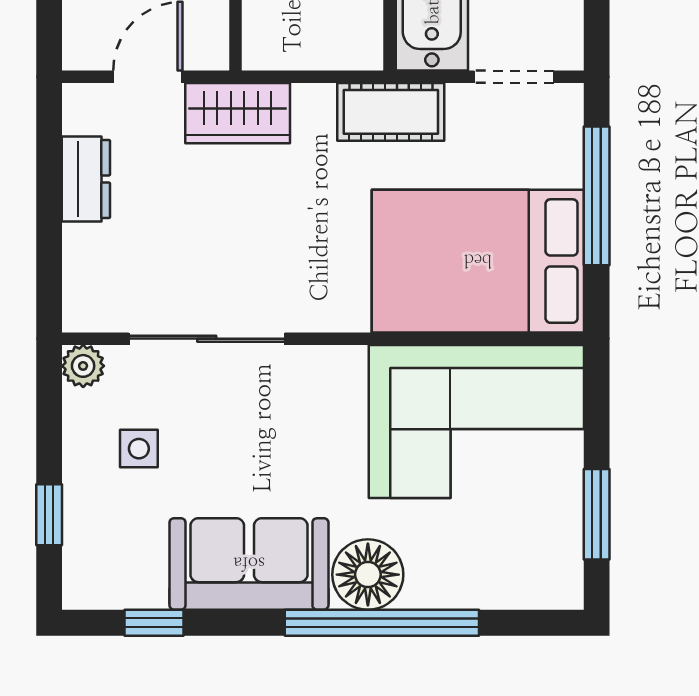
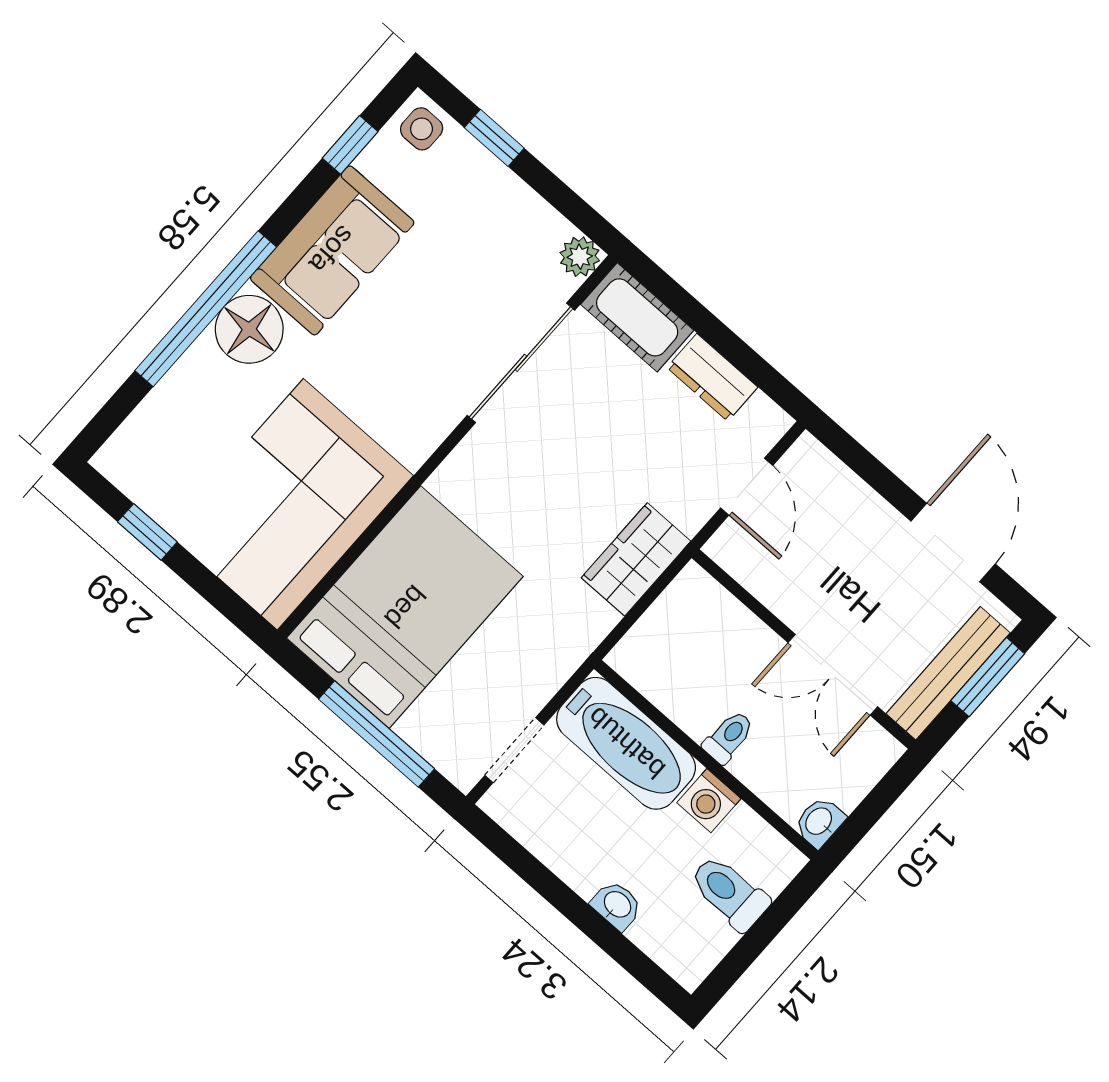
cot: (391, 112) -> (637, 317), moved, turned 90
wardrobe: (238, 113) -> (636, 559), moved
side table: (139, 449) -> (422, 129), moved
window: (597, 514) -> (147, 532), width x0.67

